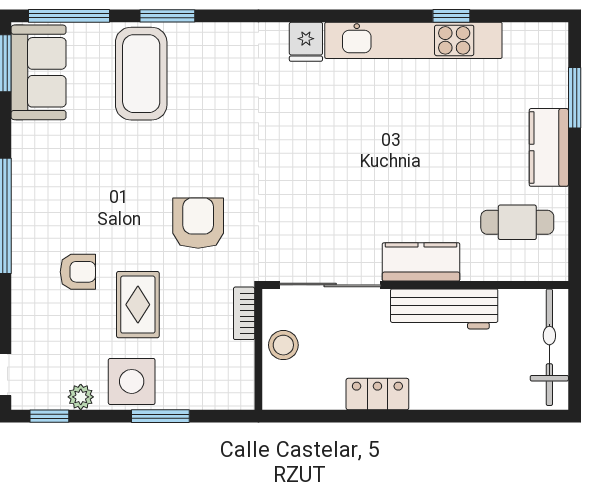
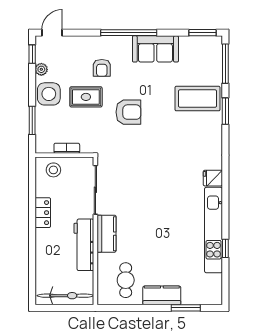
sofa: (39, 72) -> (155, 49), moved
armchair: (198, 223) -> (128, 112), moved
bookcase: (244, 313) -> (67, 148), moved
stool: (283, 345) -> (53, 170), moved
window: (160, 416) -> (32, 120), moved

